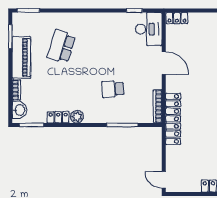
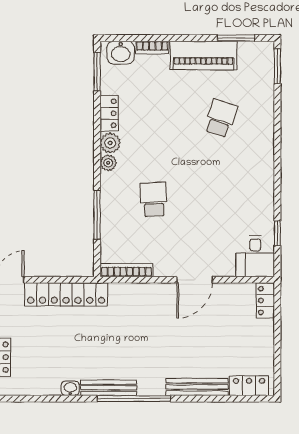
desk: (149, 29) -> (255, 256), width x0.73
school desk: (61, 46) -> (221, 118), width x0.54
plant: (90, 118) -> (108, 163), added
locker: (173, 119) -> (66, 294), moved

